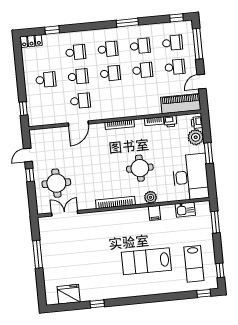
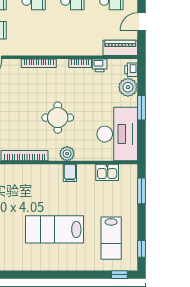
piano: (181, 104) -> (120, 48), width x0.73, depth x0.75

